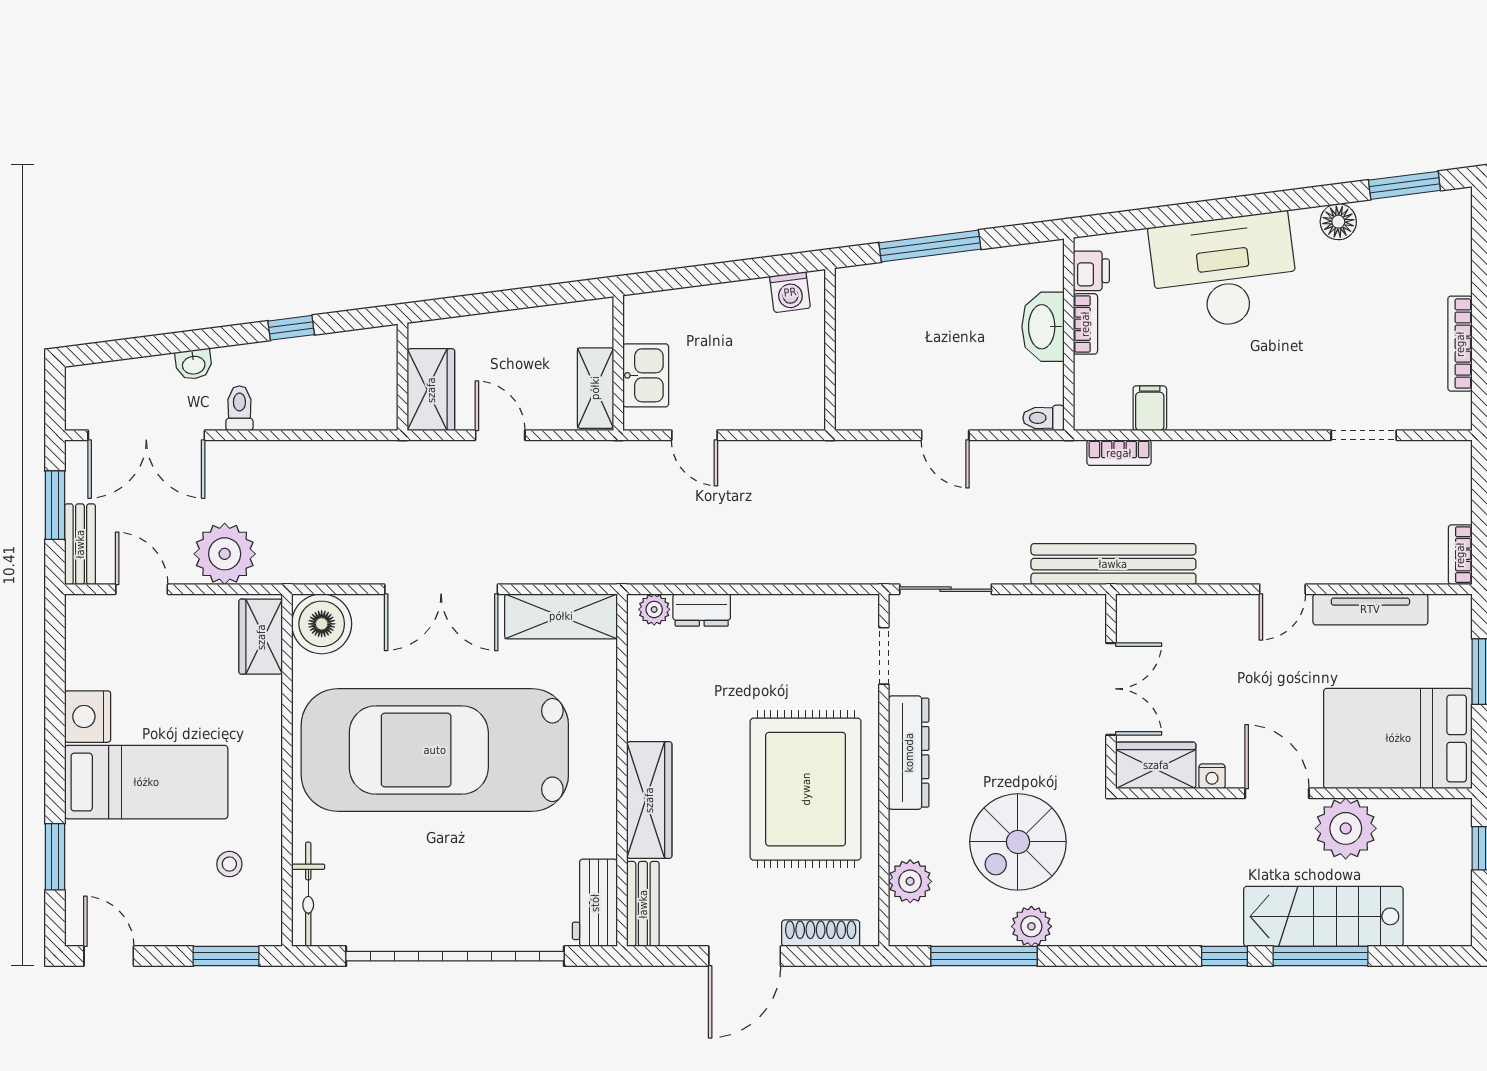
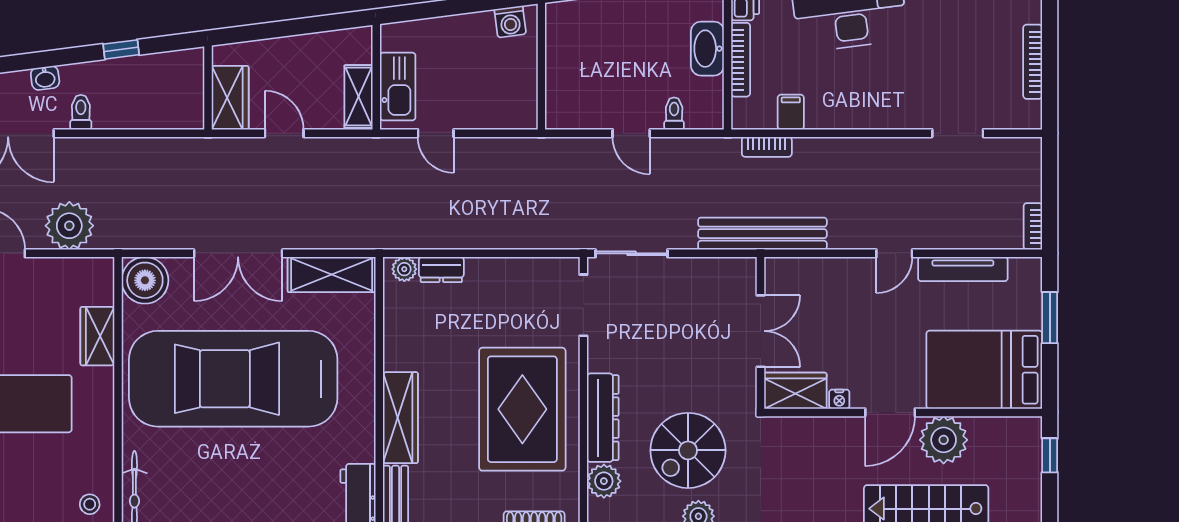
bookcase: (1085, 324) -> (741, 60), width x1.56
kitchen sink: (646, 375) -> (398, 86), width x1.38
toilet: (1043, 418) -> (674, 113), moved, turned 90
wardrobe: (261, 637) -> (97, 336), moved
doorway: (884, 656) -> (583, 305), width x1.38
dresser: (909, 753) -> (603, 418), moved
door: (1277, 793) -> (890, 412), swing flipped
stool: (229, 864) -> (90, 504), moved

